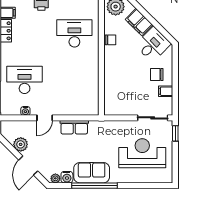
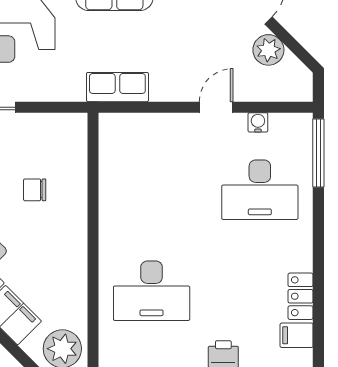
chair: (111, 40) -> (35, 190), moved
row of seats: (74, 127) -> (117, 87), moved

